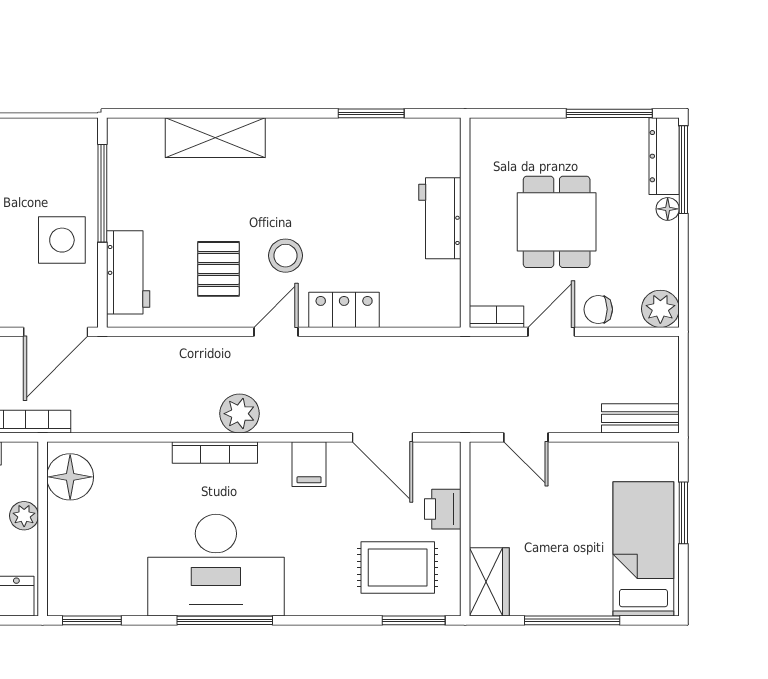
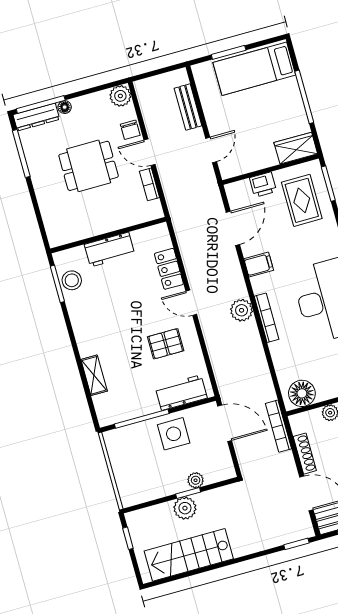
shelving: (215, 138) -> (94, 375), width x0.67, depth x0.75
workbench: (440, 218) -> (110, 250), moved
wall: (465, 223) -> (108, 235), moved
stool: (285, 256) -> (72, 280), moved
bench: (640, 418) -> (188, 107), moved

